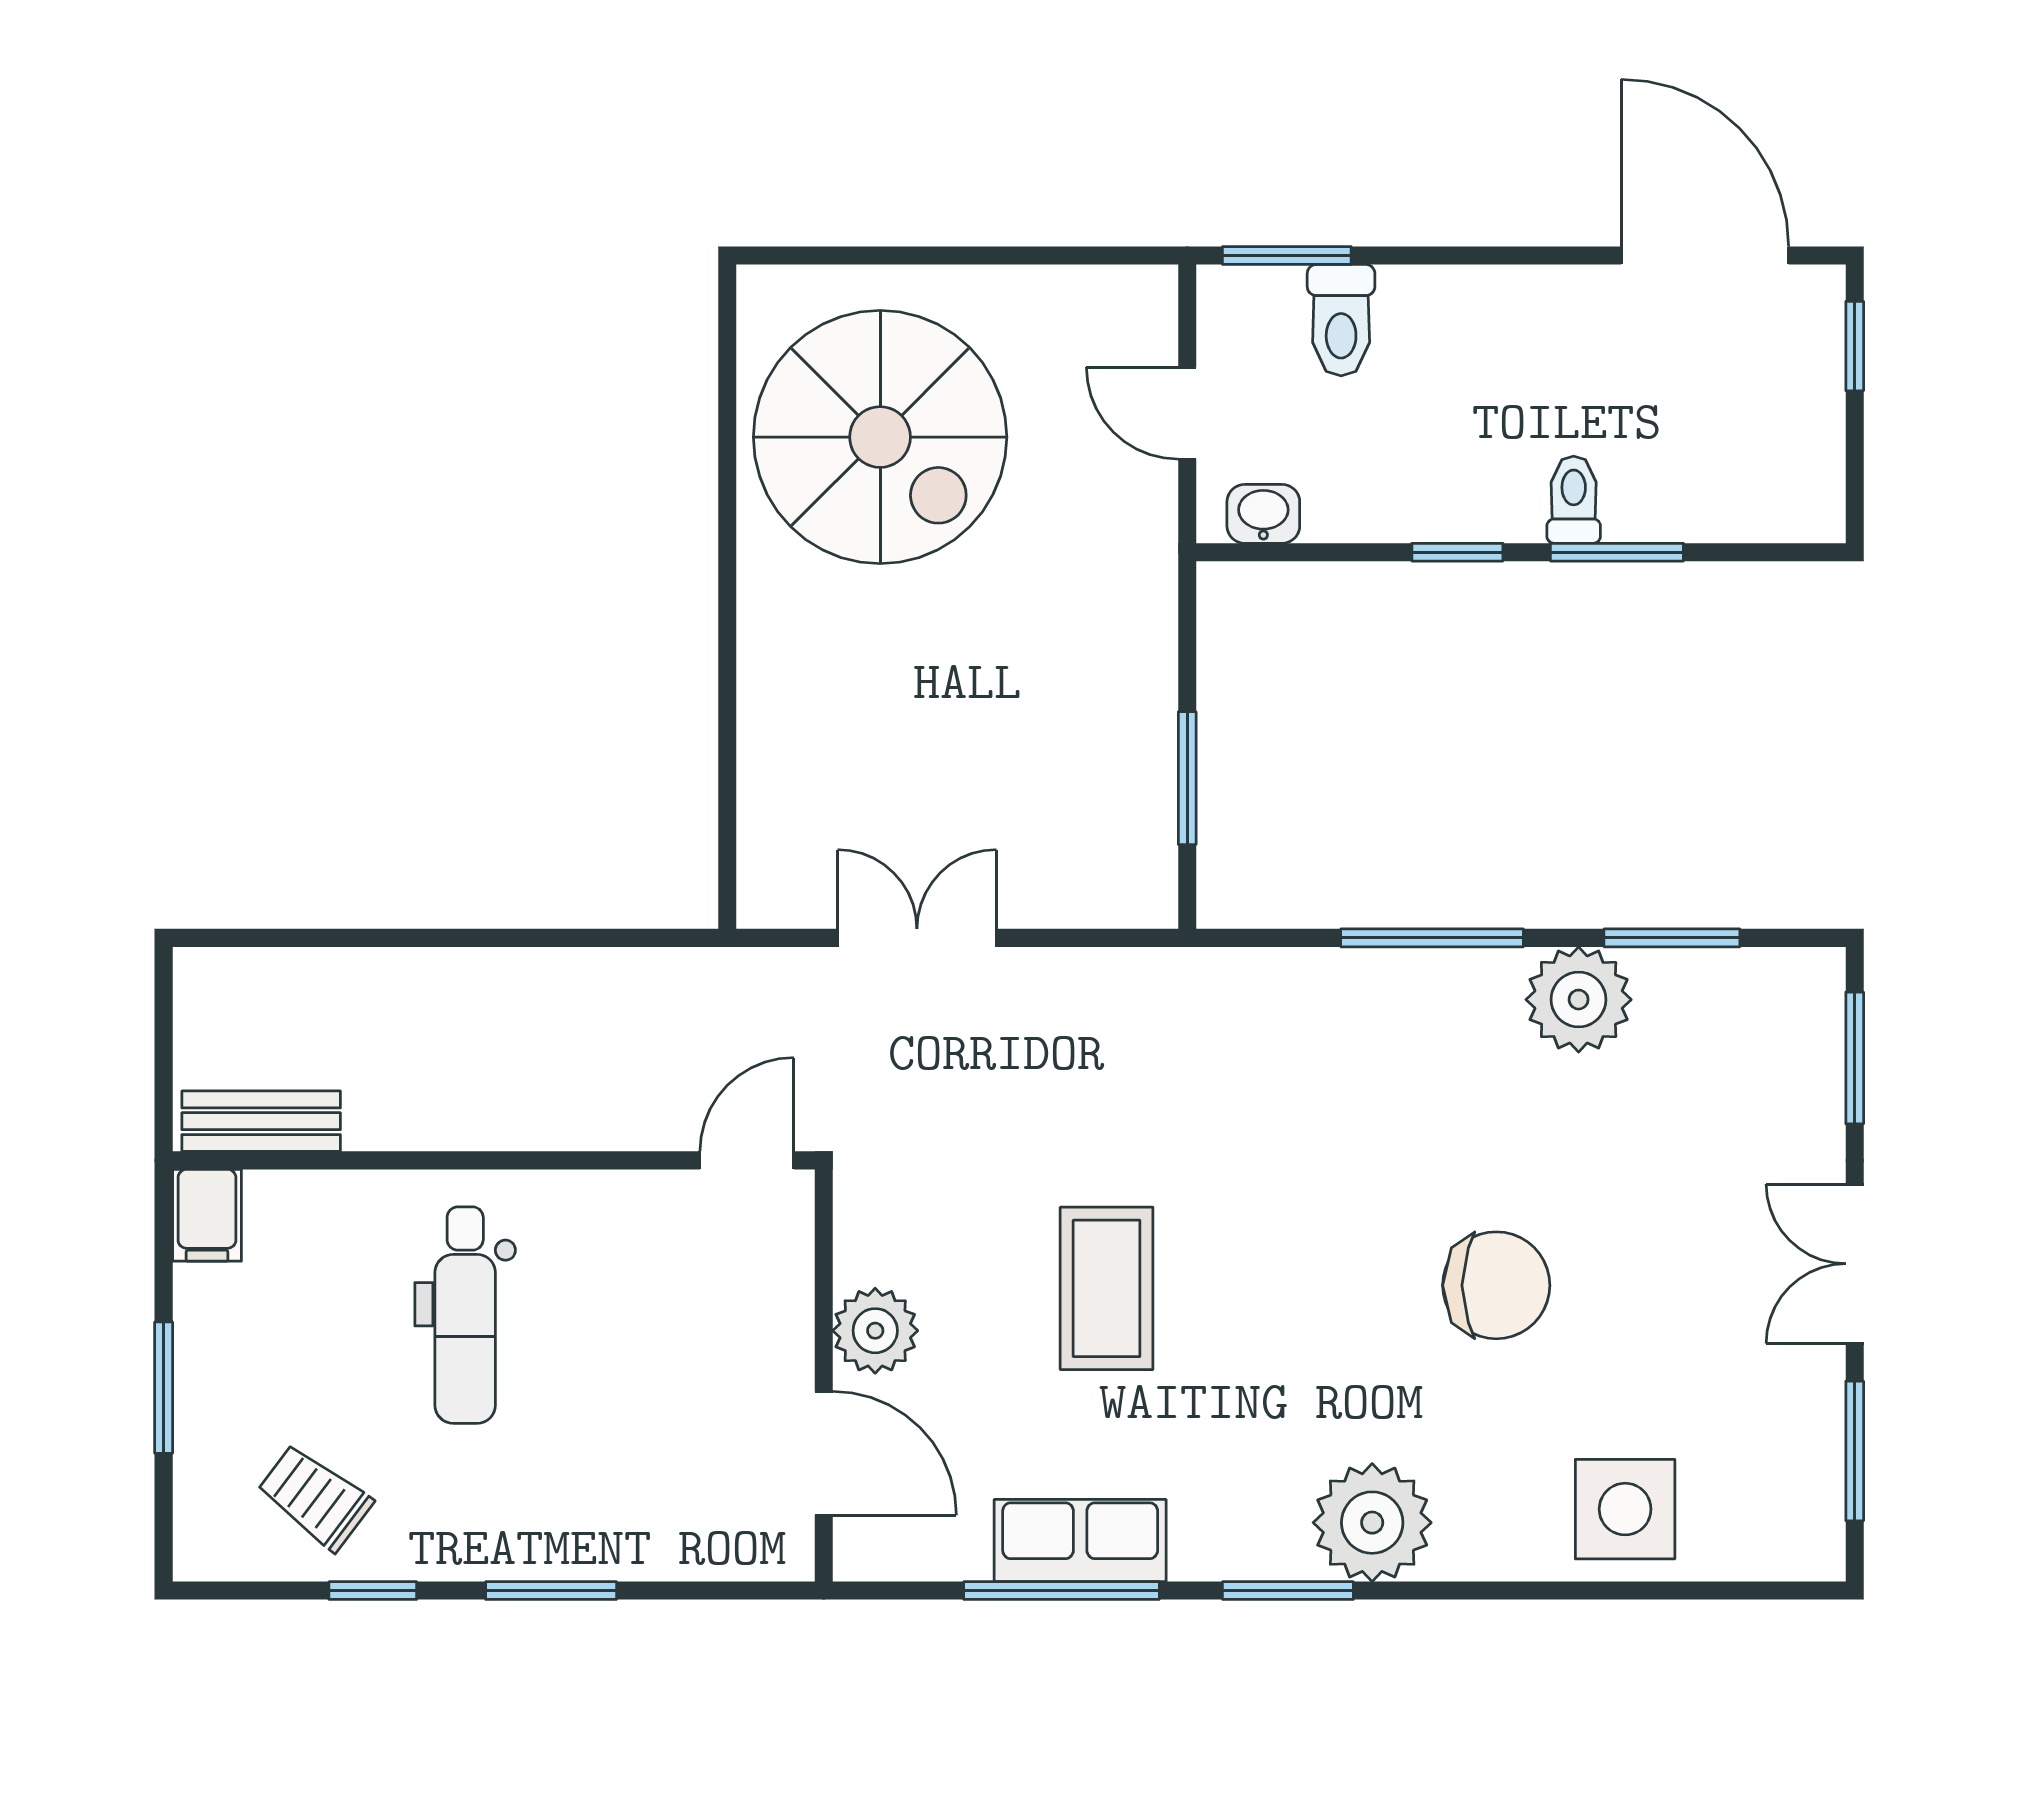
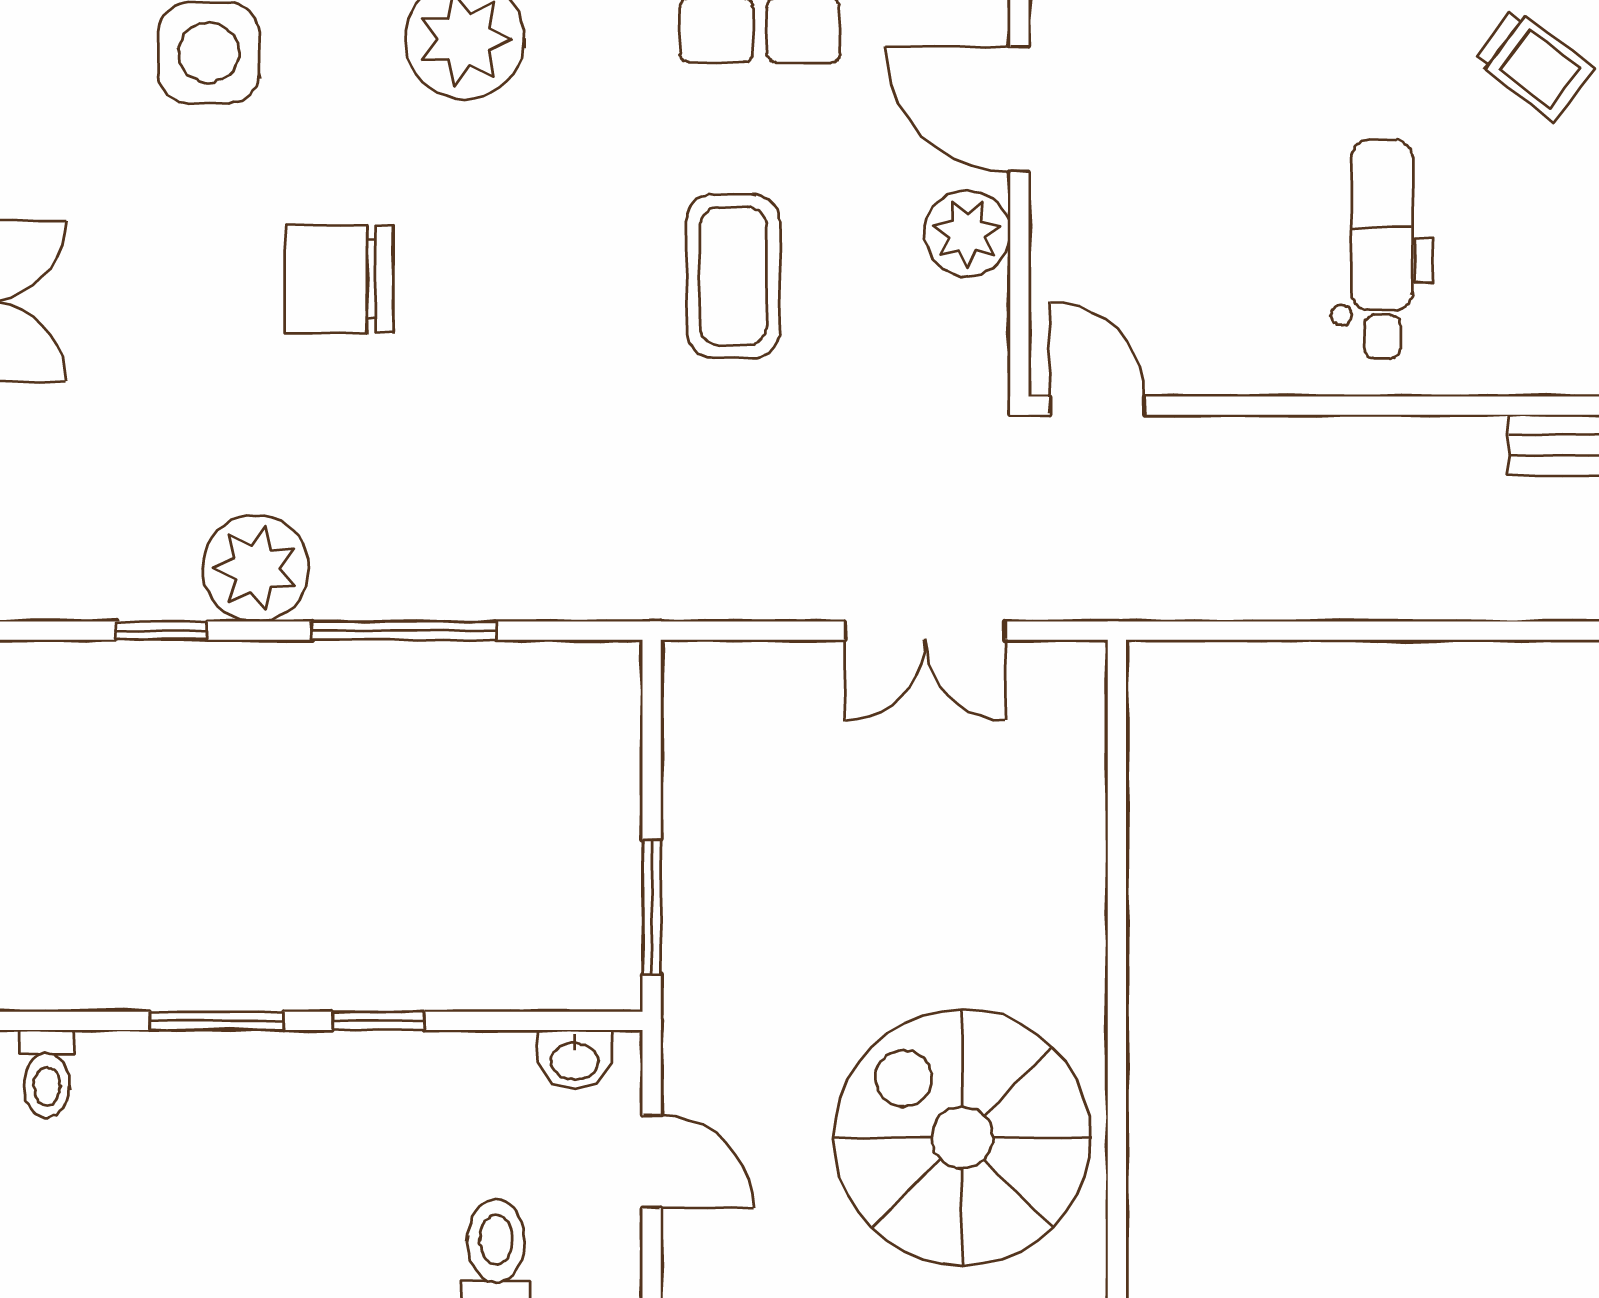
toilet: (1574, 500) -> (47, 1074), moved
window: (1187, 778) -> (652, 907), moved
window: (1672, 938) -> (161, 631), width x0.67
door: (747, 1160) -> (1097, 406), swing flipped

